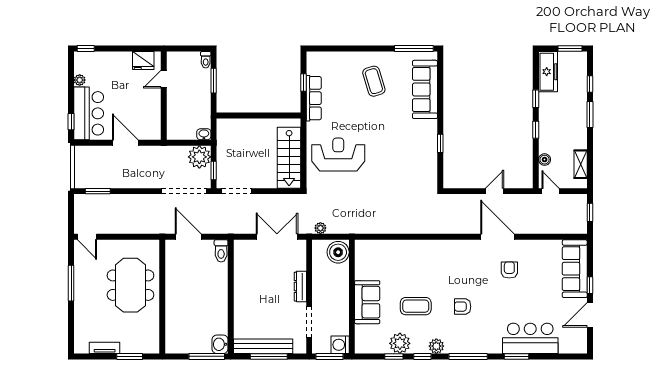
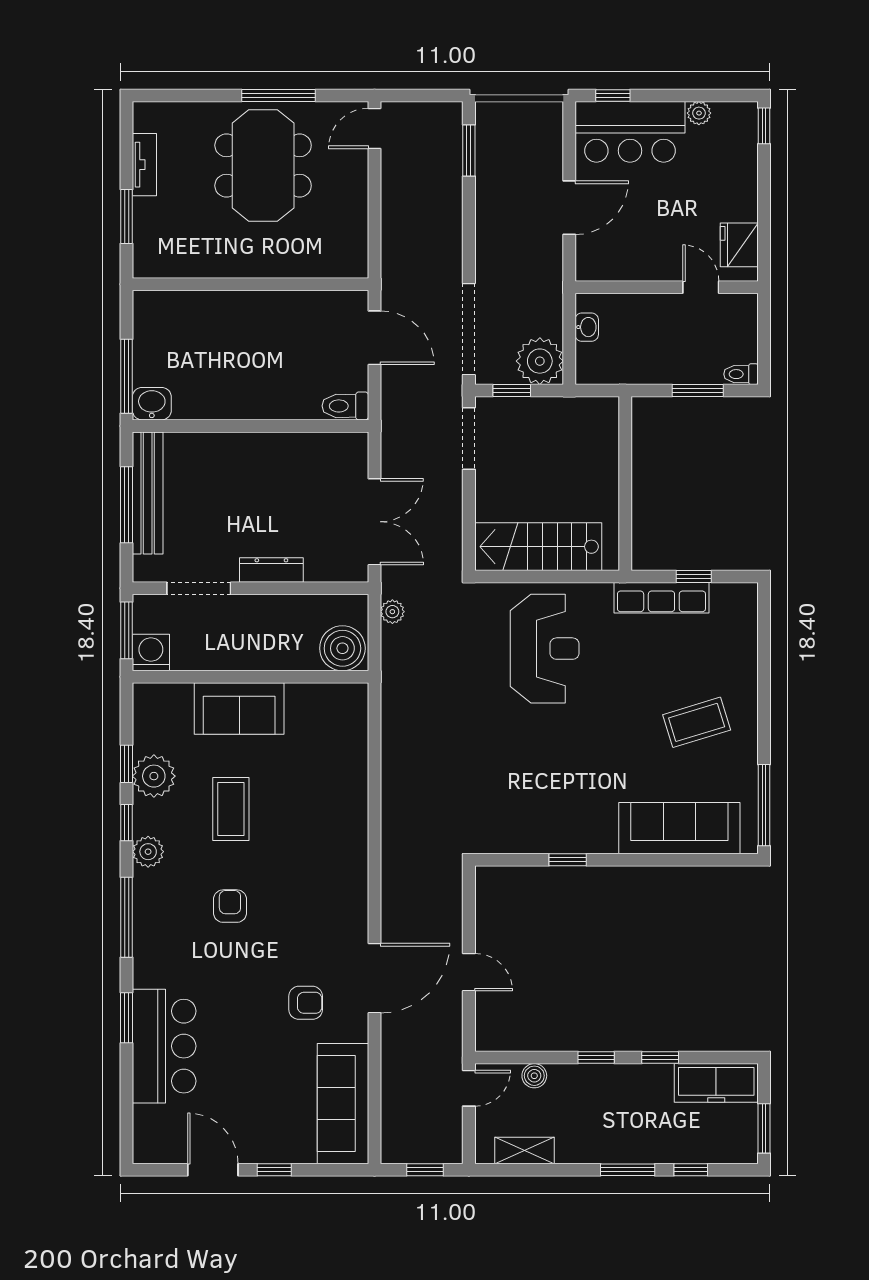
washbasin: (204, 134) -> (587, 327), moved
door: (188, 237) -> (374, 338), hinge flipped
sofa: (575, 269) -> (343, 1104), moved, turned -90
meeting table: (130, 285) -> (263, 165), moved, turned 90

